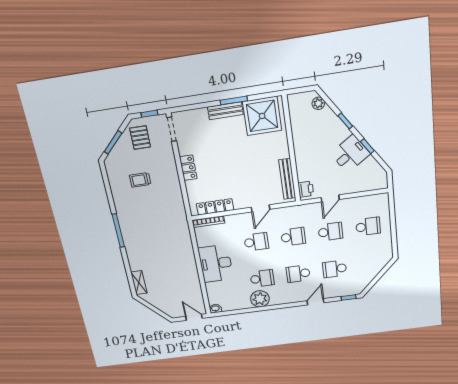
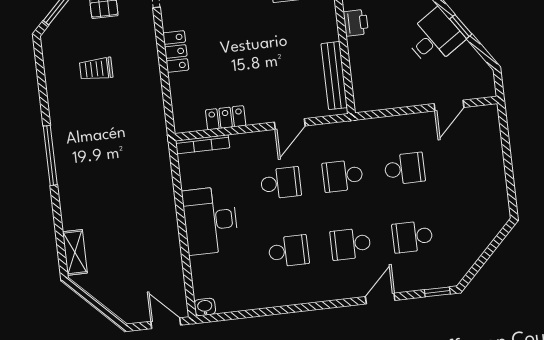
printer: (306, 189) -> (356, 23), moved
door: (330, 198) -> (449, 106), moved
locker: (215, 207) -> (226, 118), width x0.66
school desk: (368, 226) -> (467, 161), removed
school desk: (293, 237) -> (343, 176), turned 180
plant: (260, 299) -> (284, 290), removed

